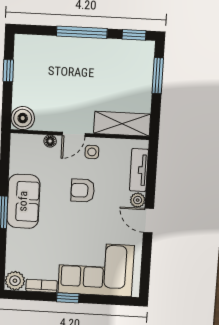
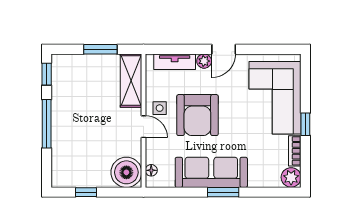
window: (158, 76) -> (100, 49), moved
boiler: (23, 118) -> (126, 172), width x1.37, depth x1.37
floor lamp: (50, 141) -> (151, 170), moved
armchair: (83, 190) -> (197, 115), width x1.88, depth x1.88
sofa: (23, 201) -> (211, 172), width x1.36

